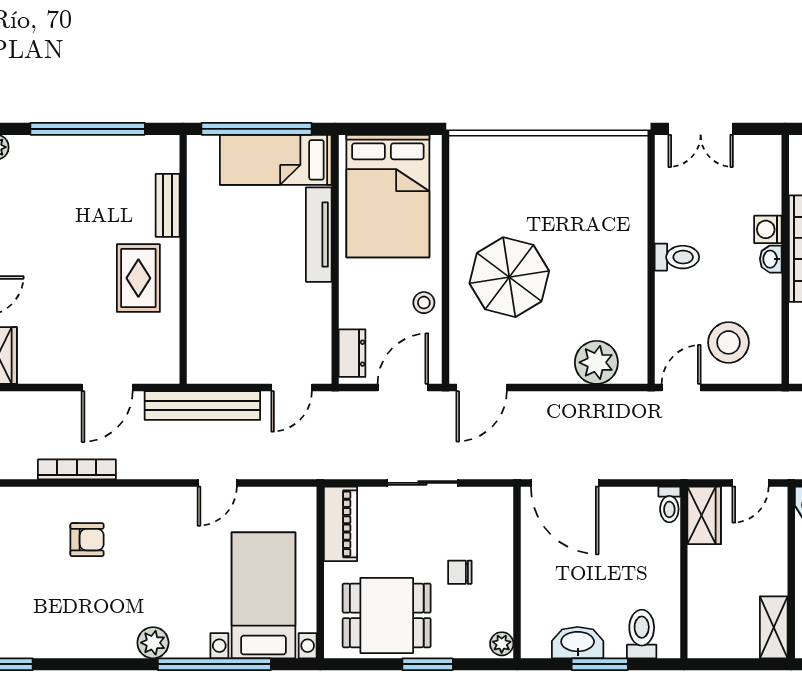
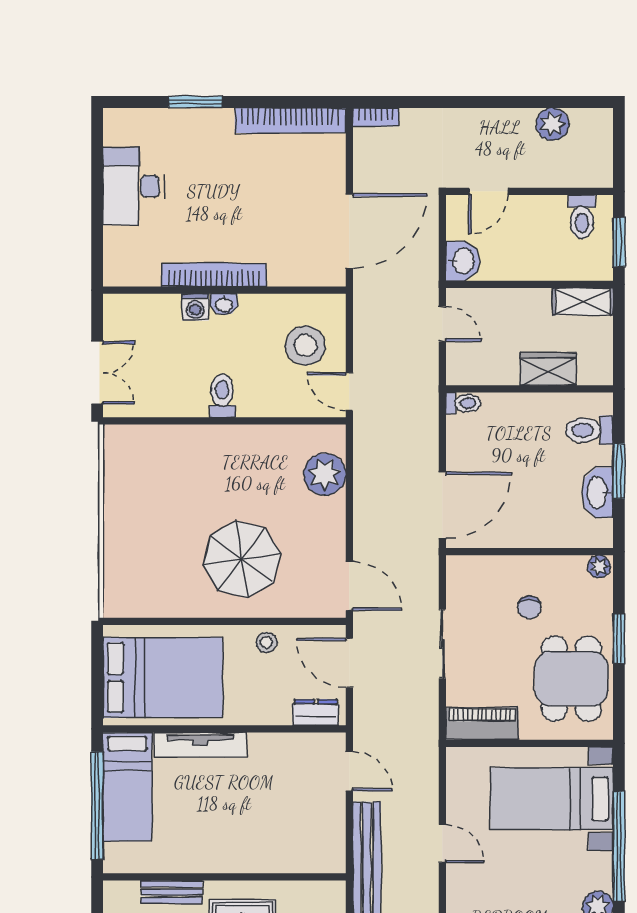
wardrobe: (704, 515) -> (548, 369), moved

